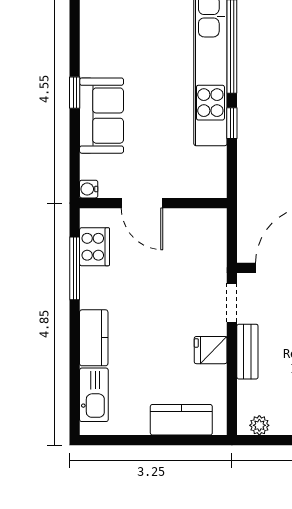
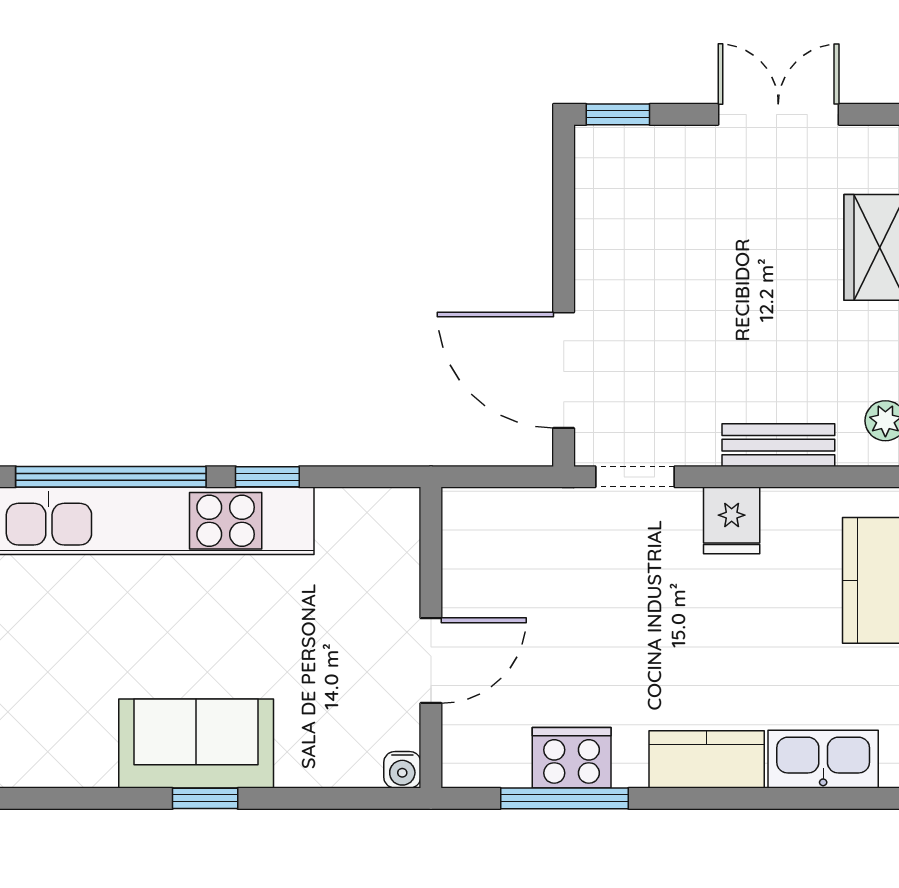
sofa: (102, 116) -> (196, 743), moved
cooker: (95, 247) -> (572, 758), moved
bench: (247, 352) -> (778, 445), moved

